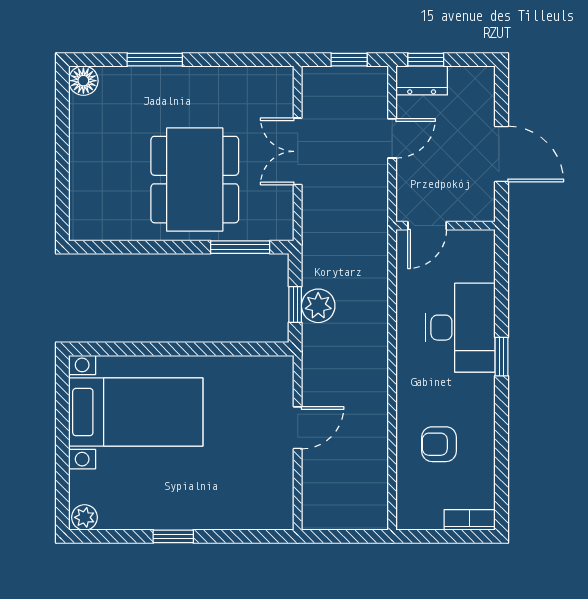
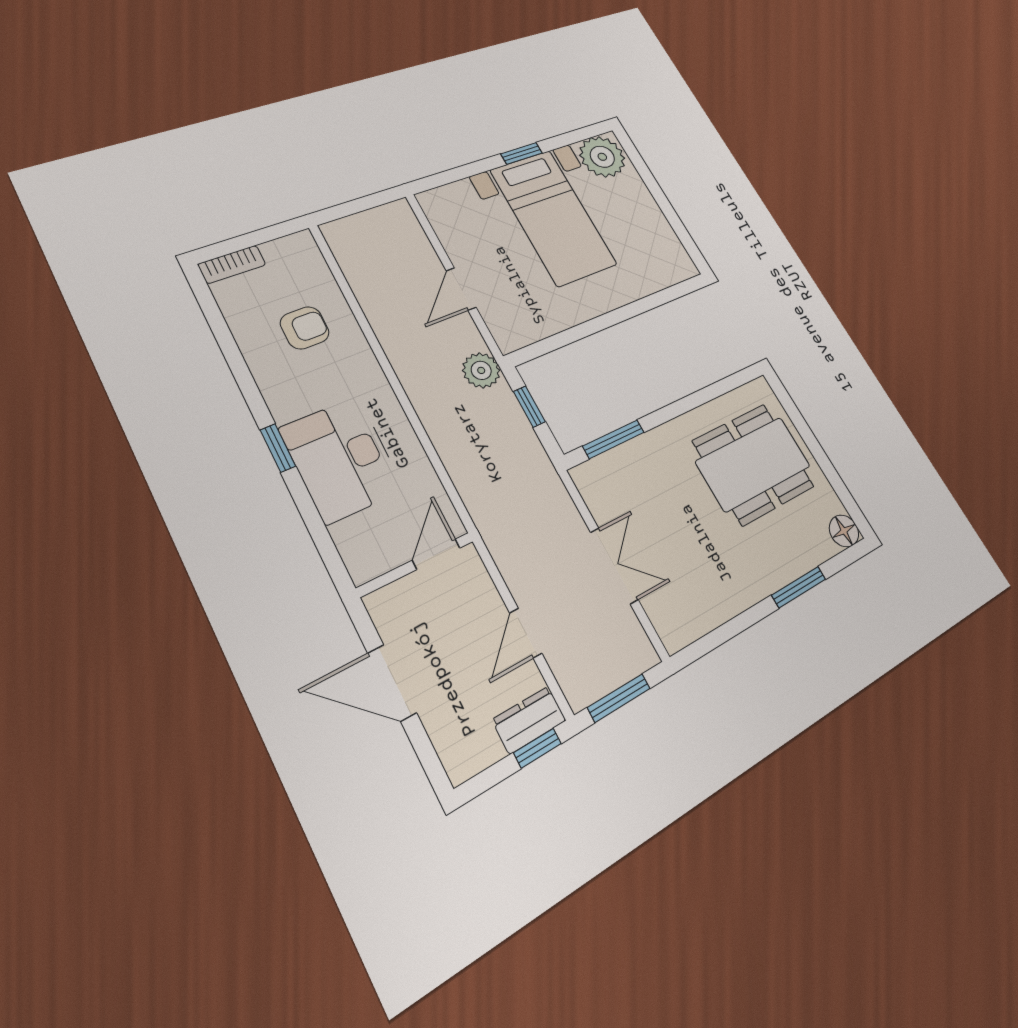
window: (349, 60) -> (619, 698), width x1.50
dining table: (195, 180) -> (753, 464), moved, turned 90
plant: (318, 306) -> (481, 370), moved
bed with nightstands: (136, 412) -> (553, 217), moved, turned -90
plant: (85, 517) -> (602, 157), width x1.88, depth x1.88

